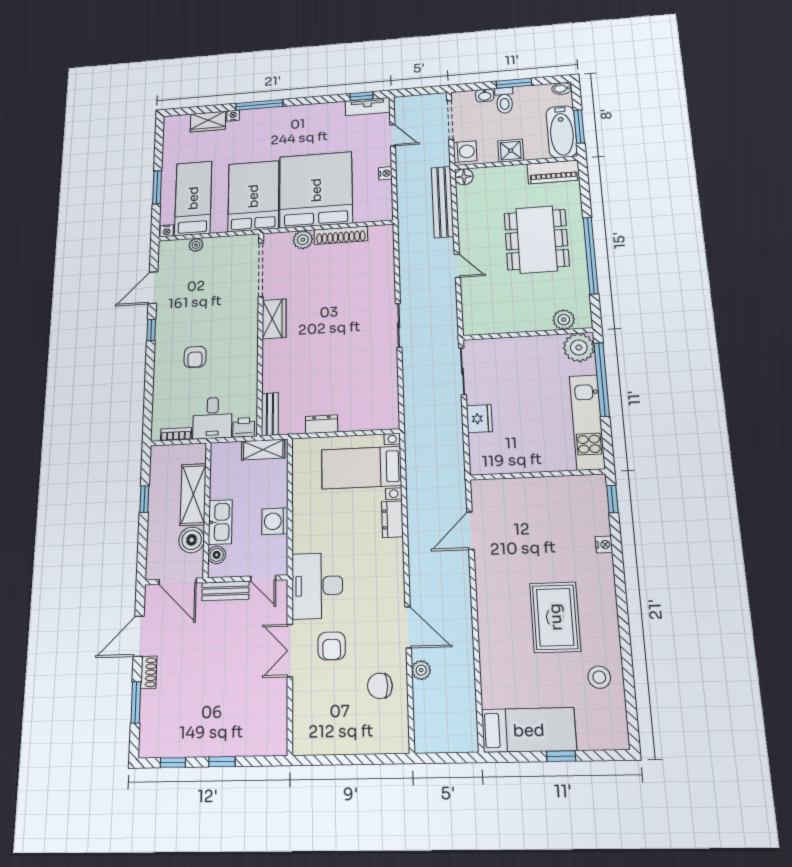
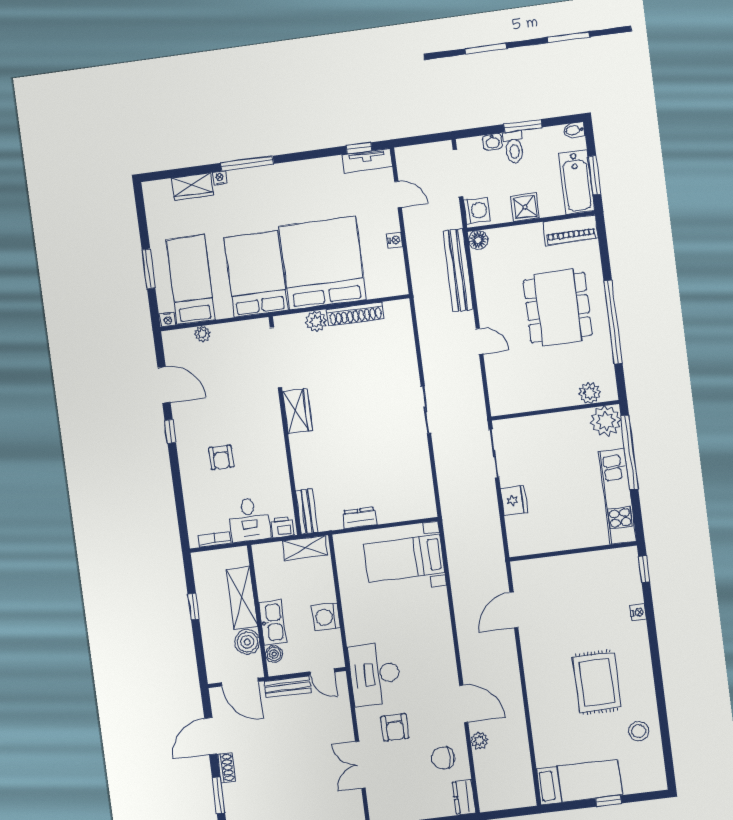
door: (153, 288) -> (164, 385), swing flipped
dresser: (392, 519) -> (464, 797), moved
double door: (290, 650) -> (360, 765), moved

